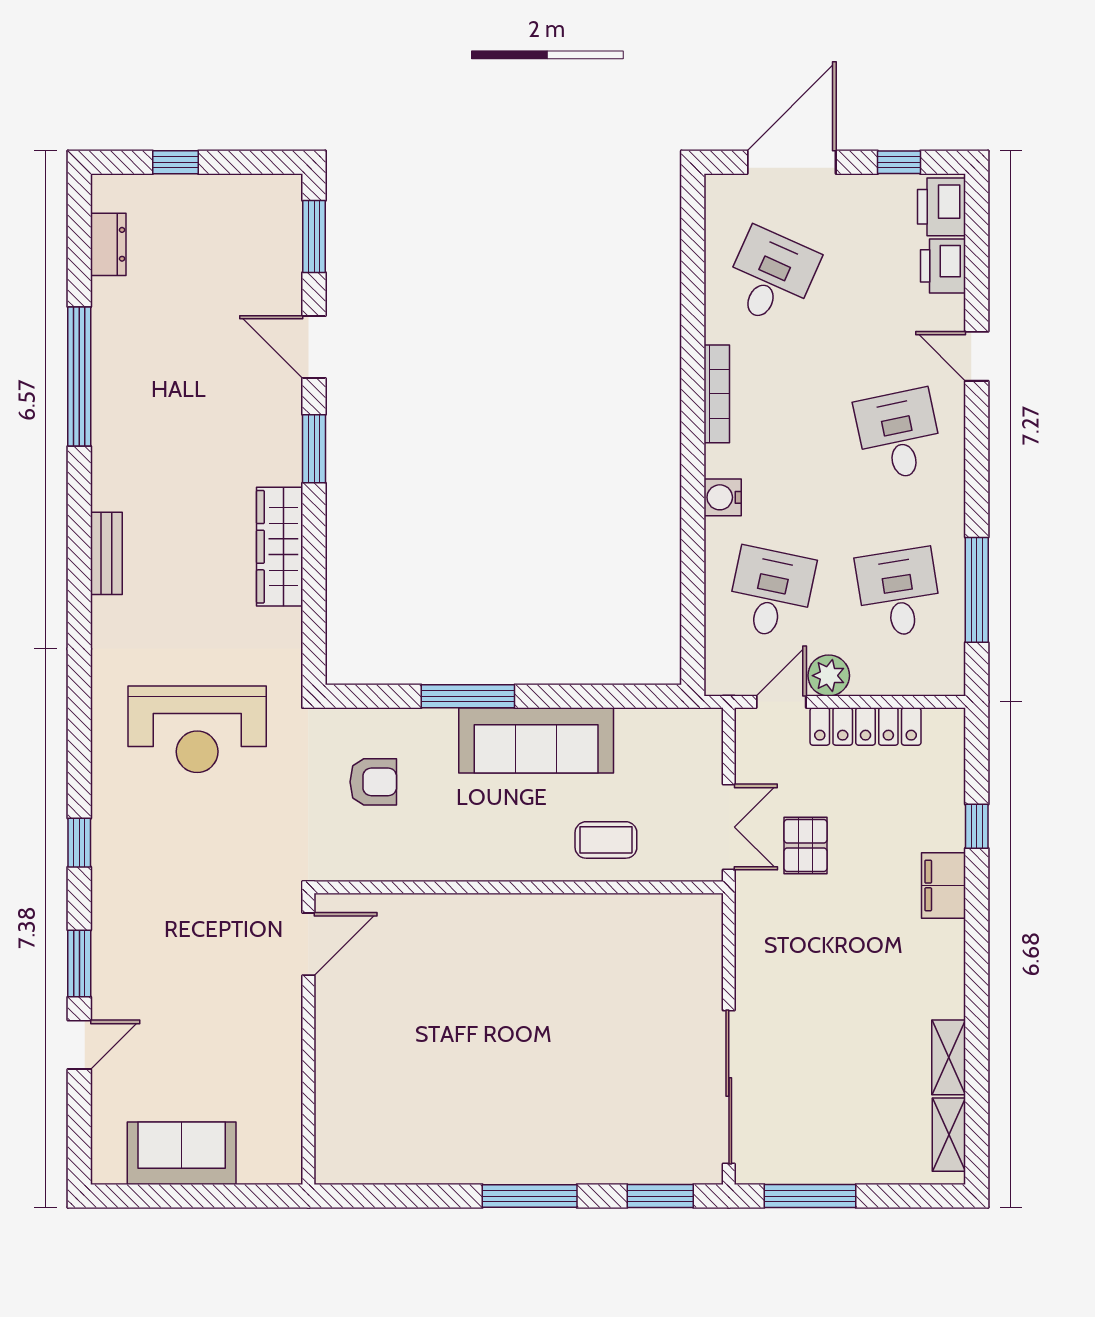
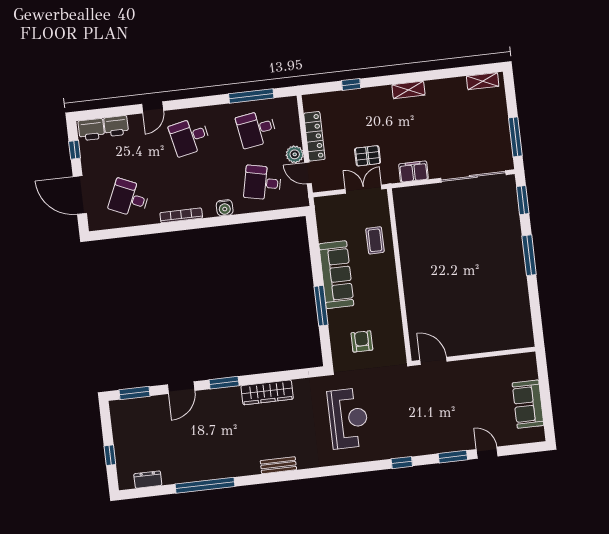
filing cabinet: (944, 885) -> (414, 172), moved, turned 180
shelving: (949, 1057) -> (408, 90), moved

